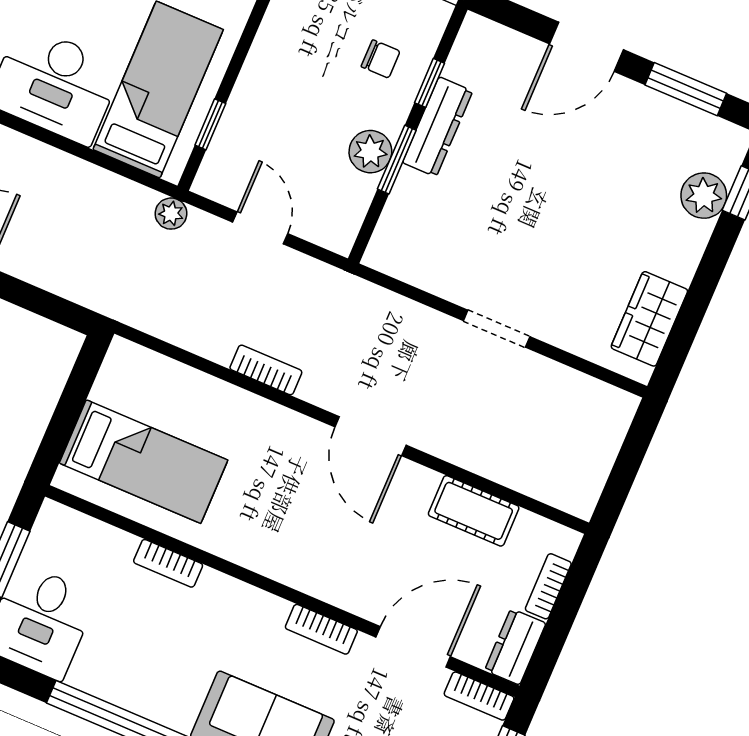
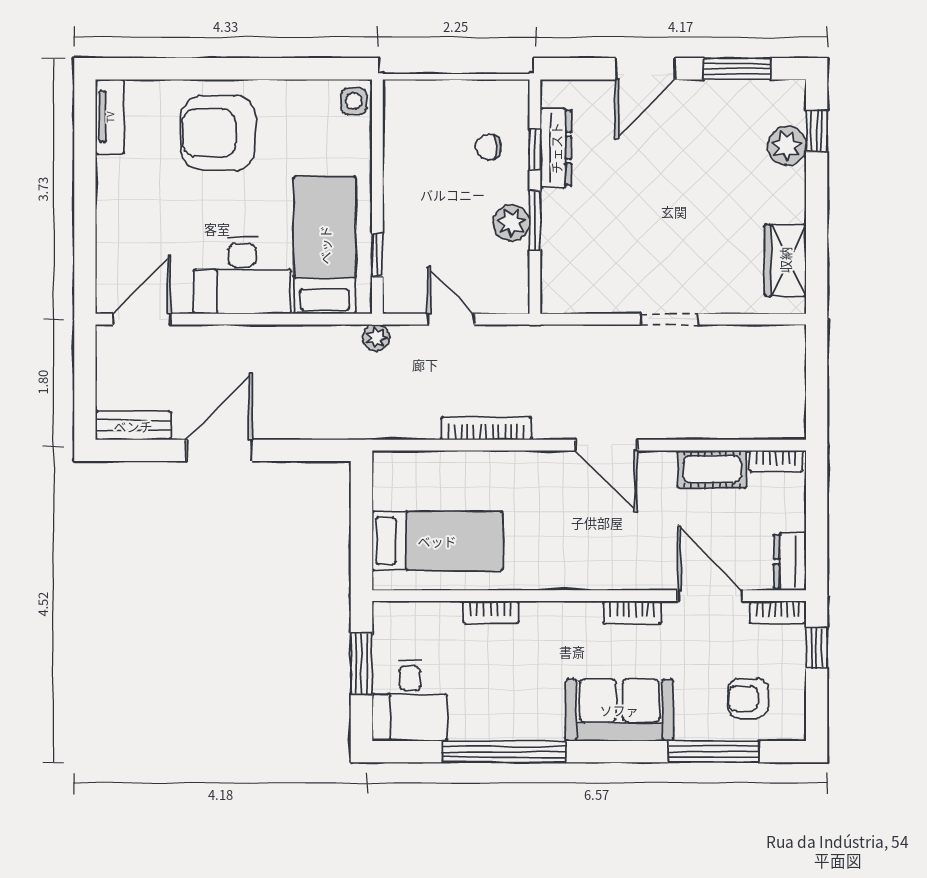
chair: (381, 59) -> (489, 147), turned 180
dresser: (438, 127) -> (556, 148), moved
bookcase: (266, 370) -> (486, 428), width x1.56
bookcase: (548, 586) -> (776, 461), moved, turned -90
door: (413, 647) -> (710, 596), hinge flipped

